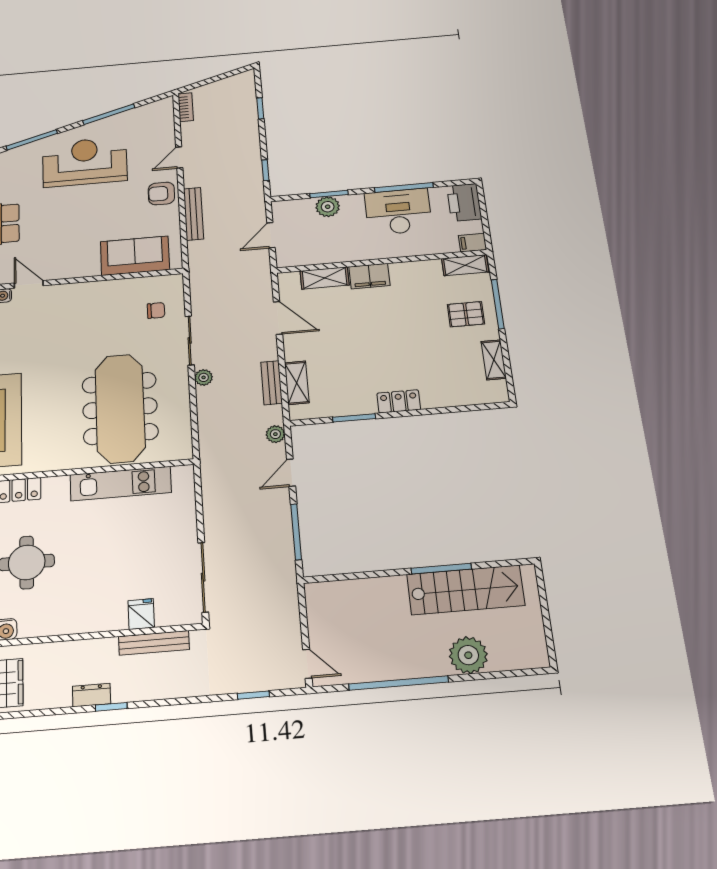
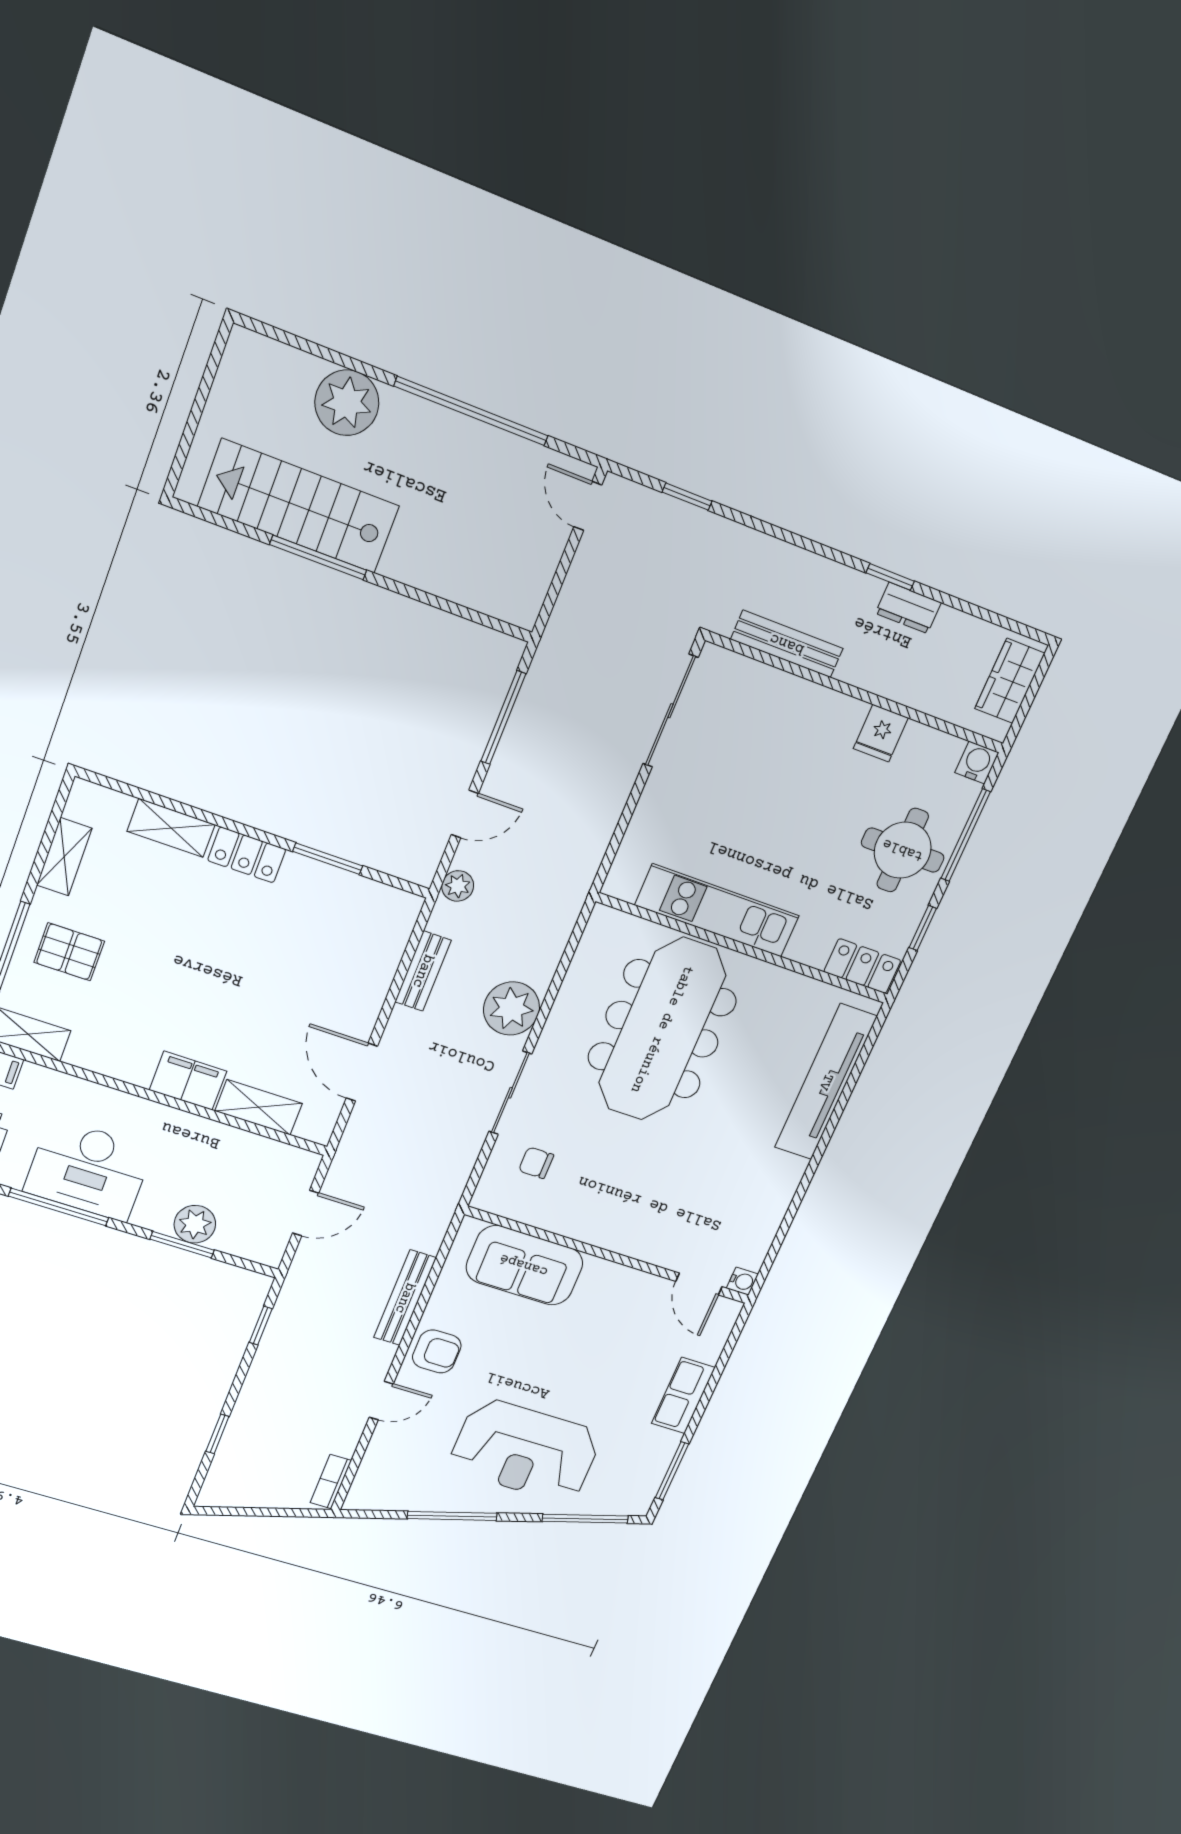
plant: (204, 377) -> (511, 1008), width x1.88, depth x1.88
shelving: (297, 383) -> (171, 828), moved, turned 90
fridge: (141, 614) -> (881, 733), moved

